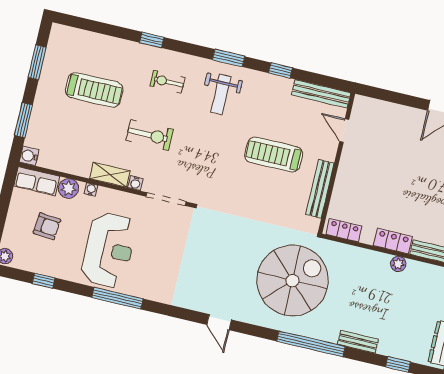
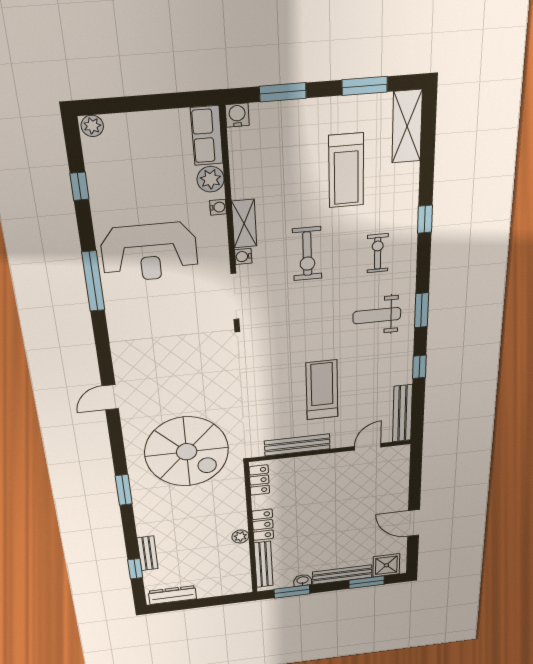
shelving: (76, 39) -> (407, 127), added
armchair: (47, 226) -> (152, 168), removed
bench: (358, 342) -> (148, 553), moved
window: (311, 344) -> (124, 490), width x0.47

